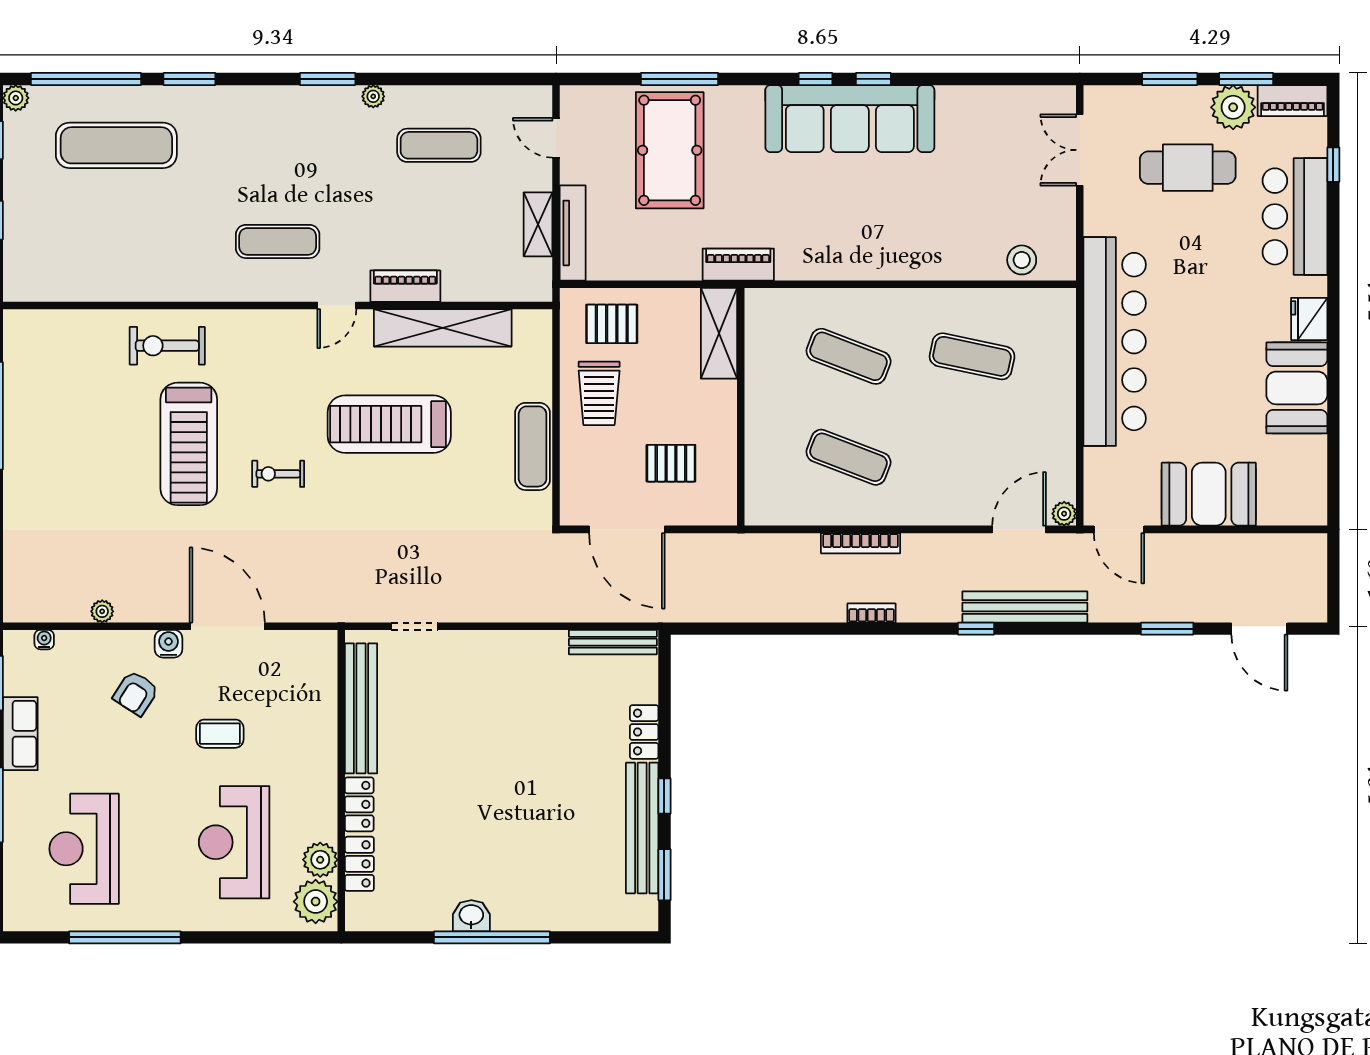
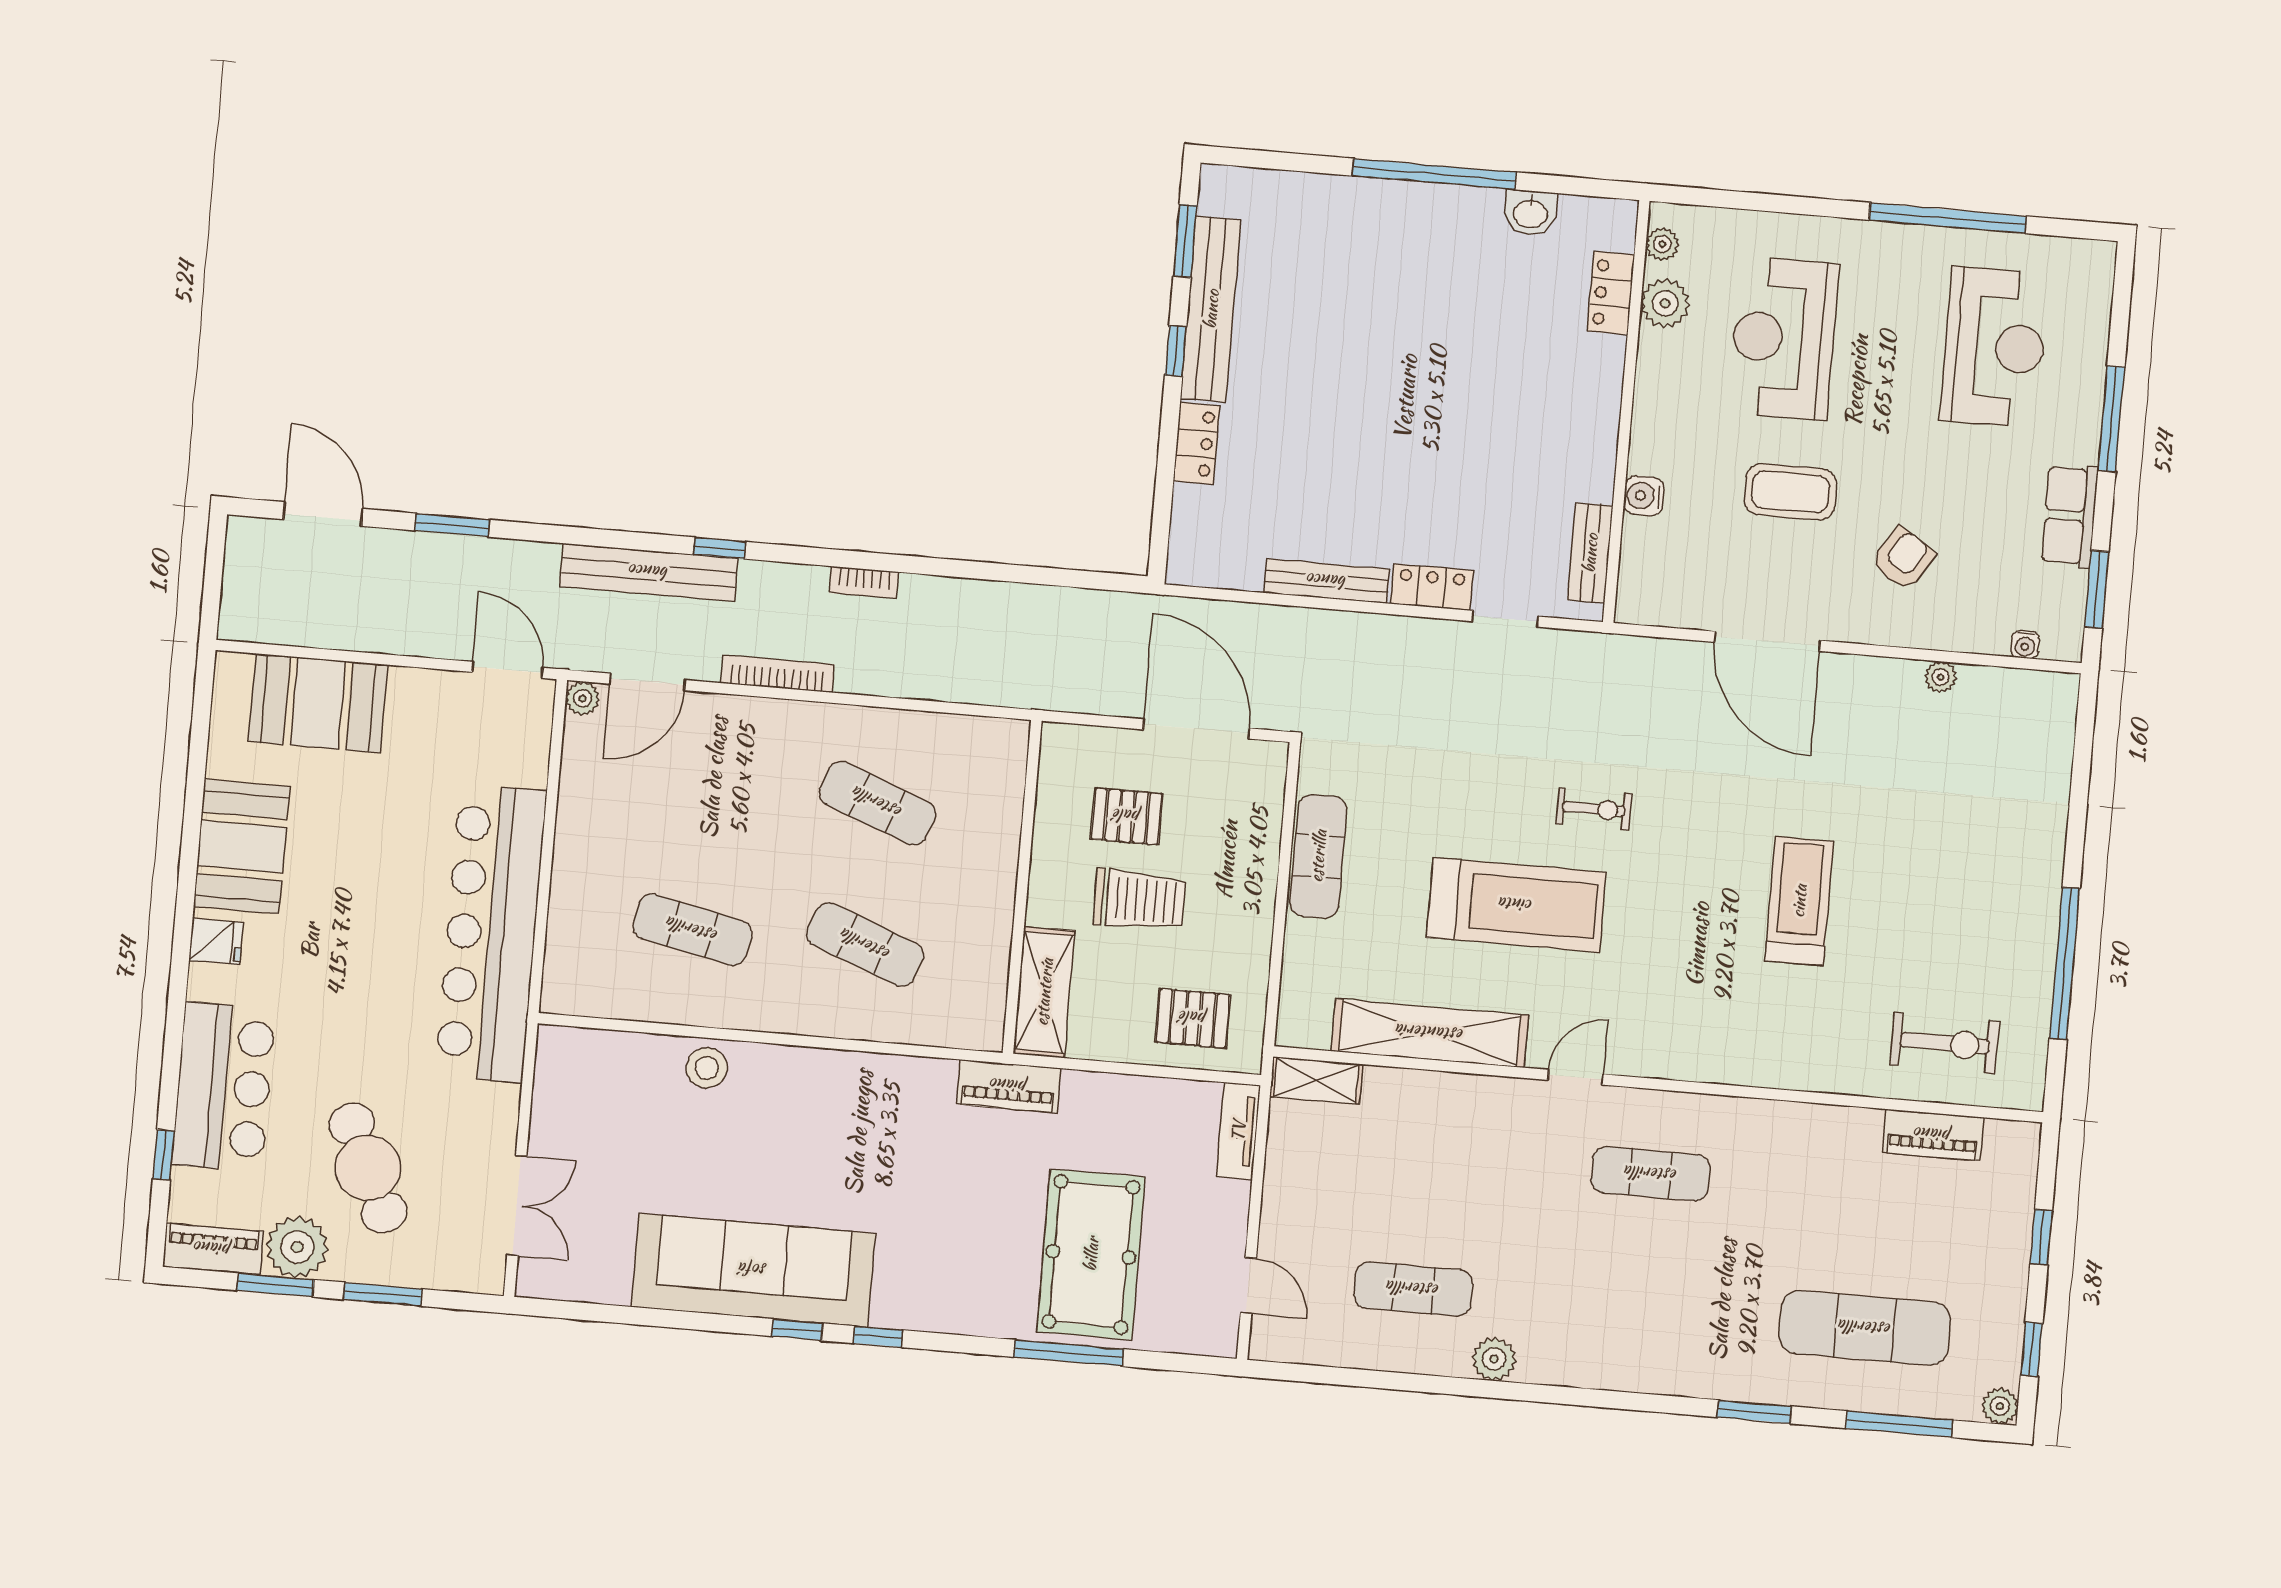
window: (86, 79) -> (1899, 1424), width x0.68
window: (328, 79) -> (1561, 1395), removed
plant: (373, 96) -> (1494, 1359), width x1.38, depth x1.38
sofa: (850, 119) -> (753, 1270), moved
cafe table: (1188, 168) -> (368, 1168), turned 65
shelving: (538, 224) -> (1316, 1080), moved, turned 90
tv unit: (573, 233) -> (1238, 1131), width x0.71
stool: (1022, 260) -> (707, 1068), moved
piano: (405, 286) -> (1933, 1135), moved
fridge: (1309, 319) -> (216, 942), width x0.72
exercise bike: (167, 346) -> (1945, 1043), moved
trolley: (599, 393) -> (1139, 900), moved, turned 90
treadmill: (189, 444) -> (1799, 901), width x0.73, depth x0.73
exercise bike: (278, 474) -> (1594, 809), moved
booth: (1209, 494) -> (318, 703), moved
bookcase: (861, 543) -> (778, 674), moved
bench: (613, 642) -> (1327, 581), moved
water cooler: (169, 644) -> (1644, 496), moved, turned 90
bench: (361, 708) -> (1590, 553), width x0.54, depth x0.82
coffee table: (220, 734) -> (1790, 492), width x1.36, depth x1.30
locker: (359, 804) -> (1432, 587), moved, turned 90
reception desk: (234, 842) -> (1784, 338), turned 180
plant: (316, 902) -> (1662, 244), width x0.53, depth x0.53
washbasin: (471, 916) -> (1531, 213), moved

